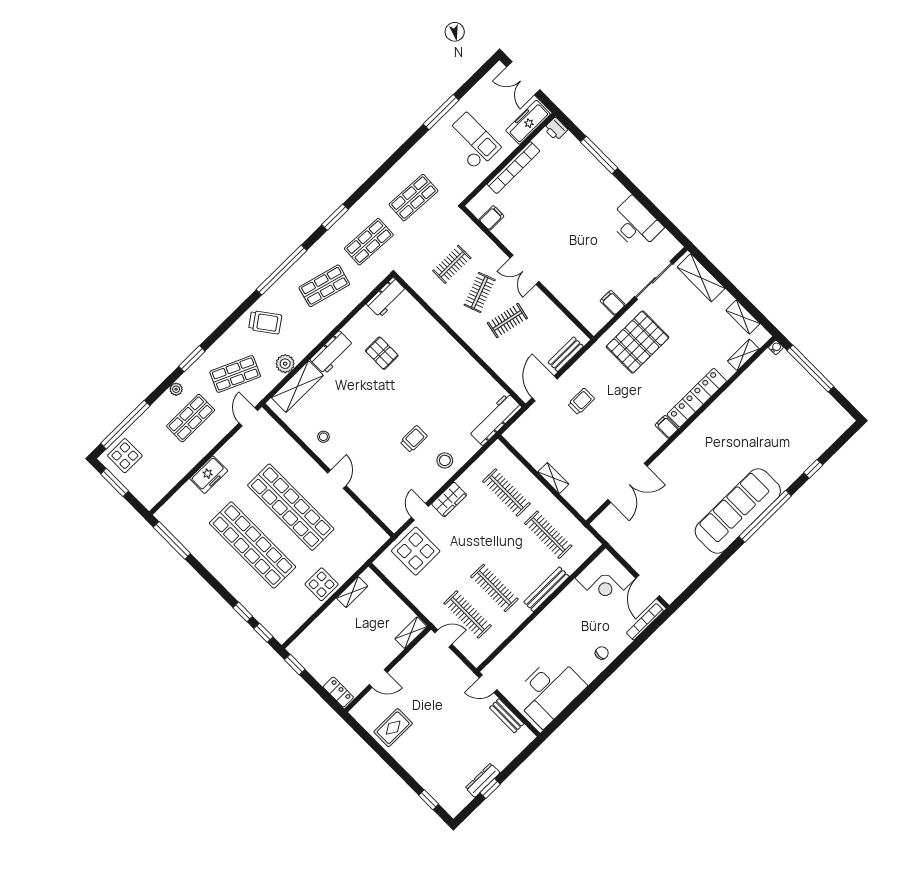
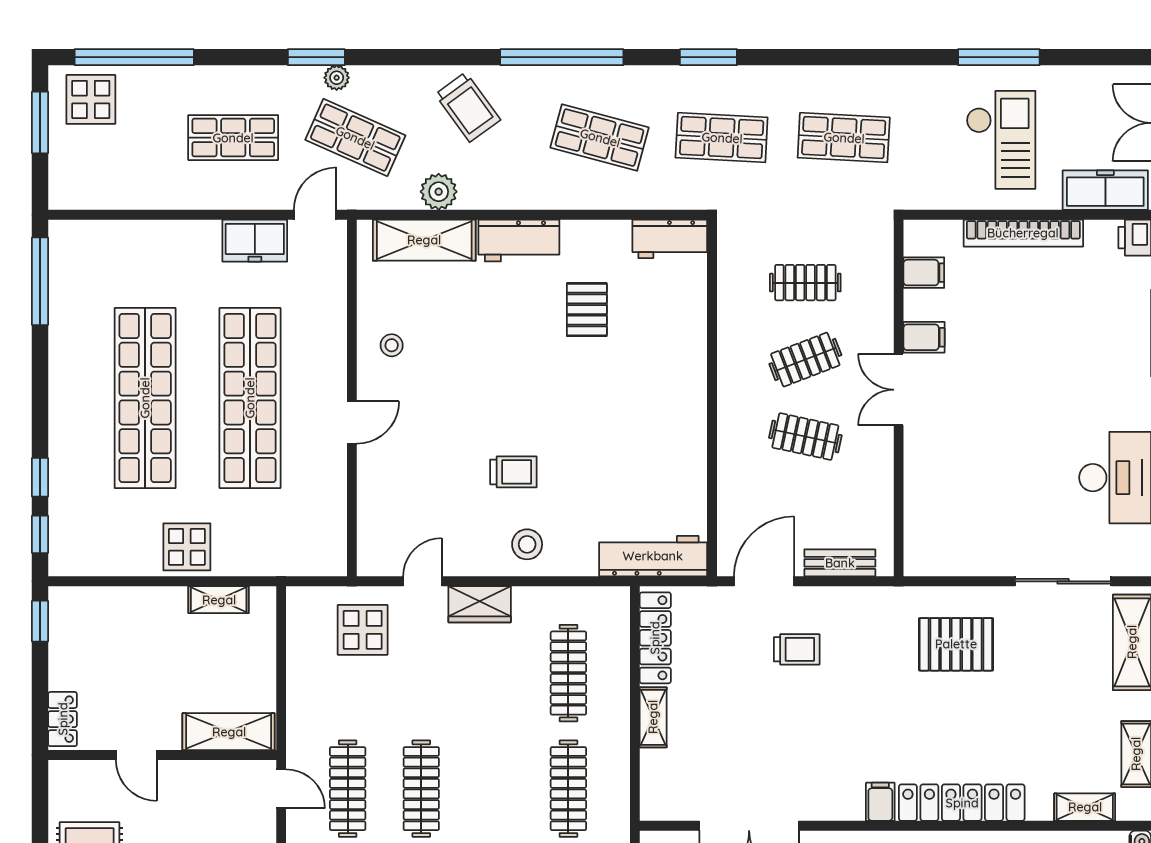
filing cabinet: (613, 303) -> (924, 337), moved, turned 90
pallet: (638, 342) -> (956, 644), width x0.73, depth x0.71
plant: (176, 389) -> (337, 78), moved
locker: (525, 448) -> (655, 638), added
freezer: (209, 475) -> (255, 241), moved
display table: (416, 551) -> (363, 630), width x0.73, depth x0.73
shelving: (411, 633) -> (229, 732), width x1.50, depth x1.33

